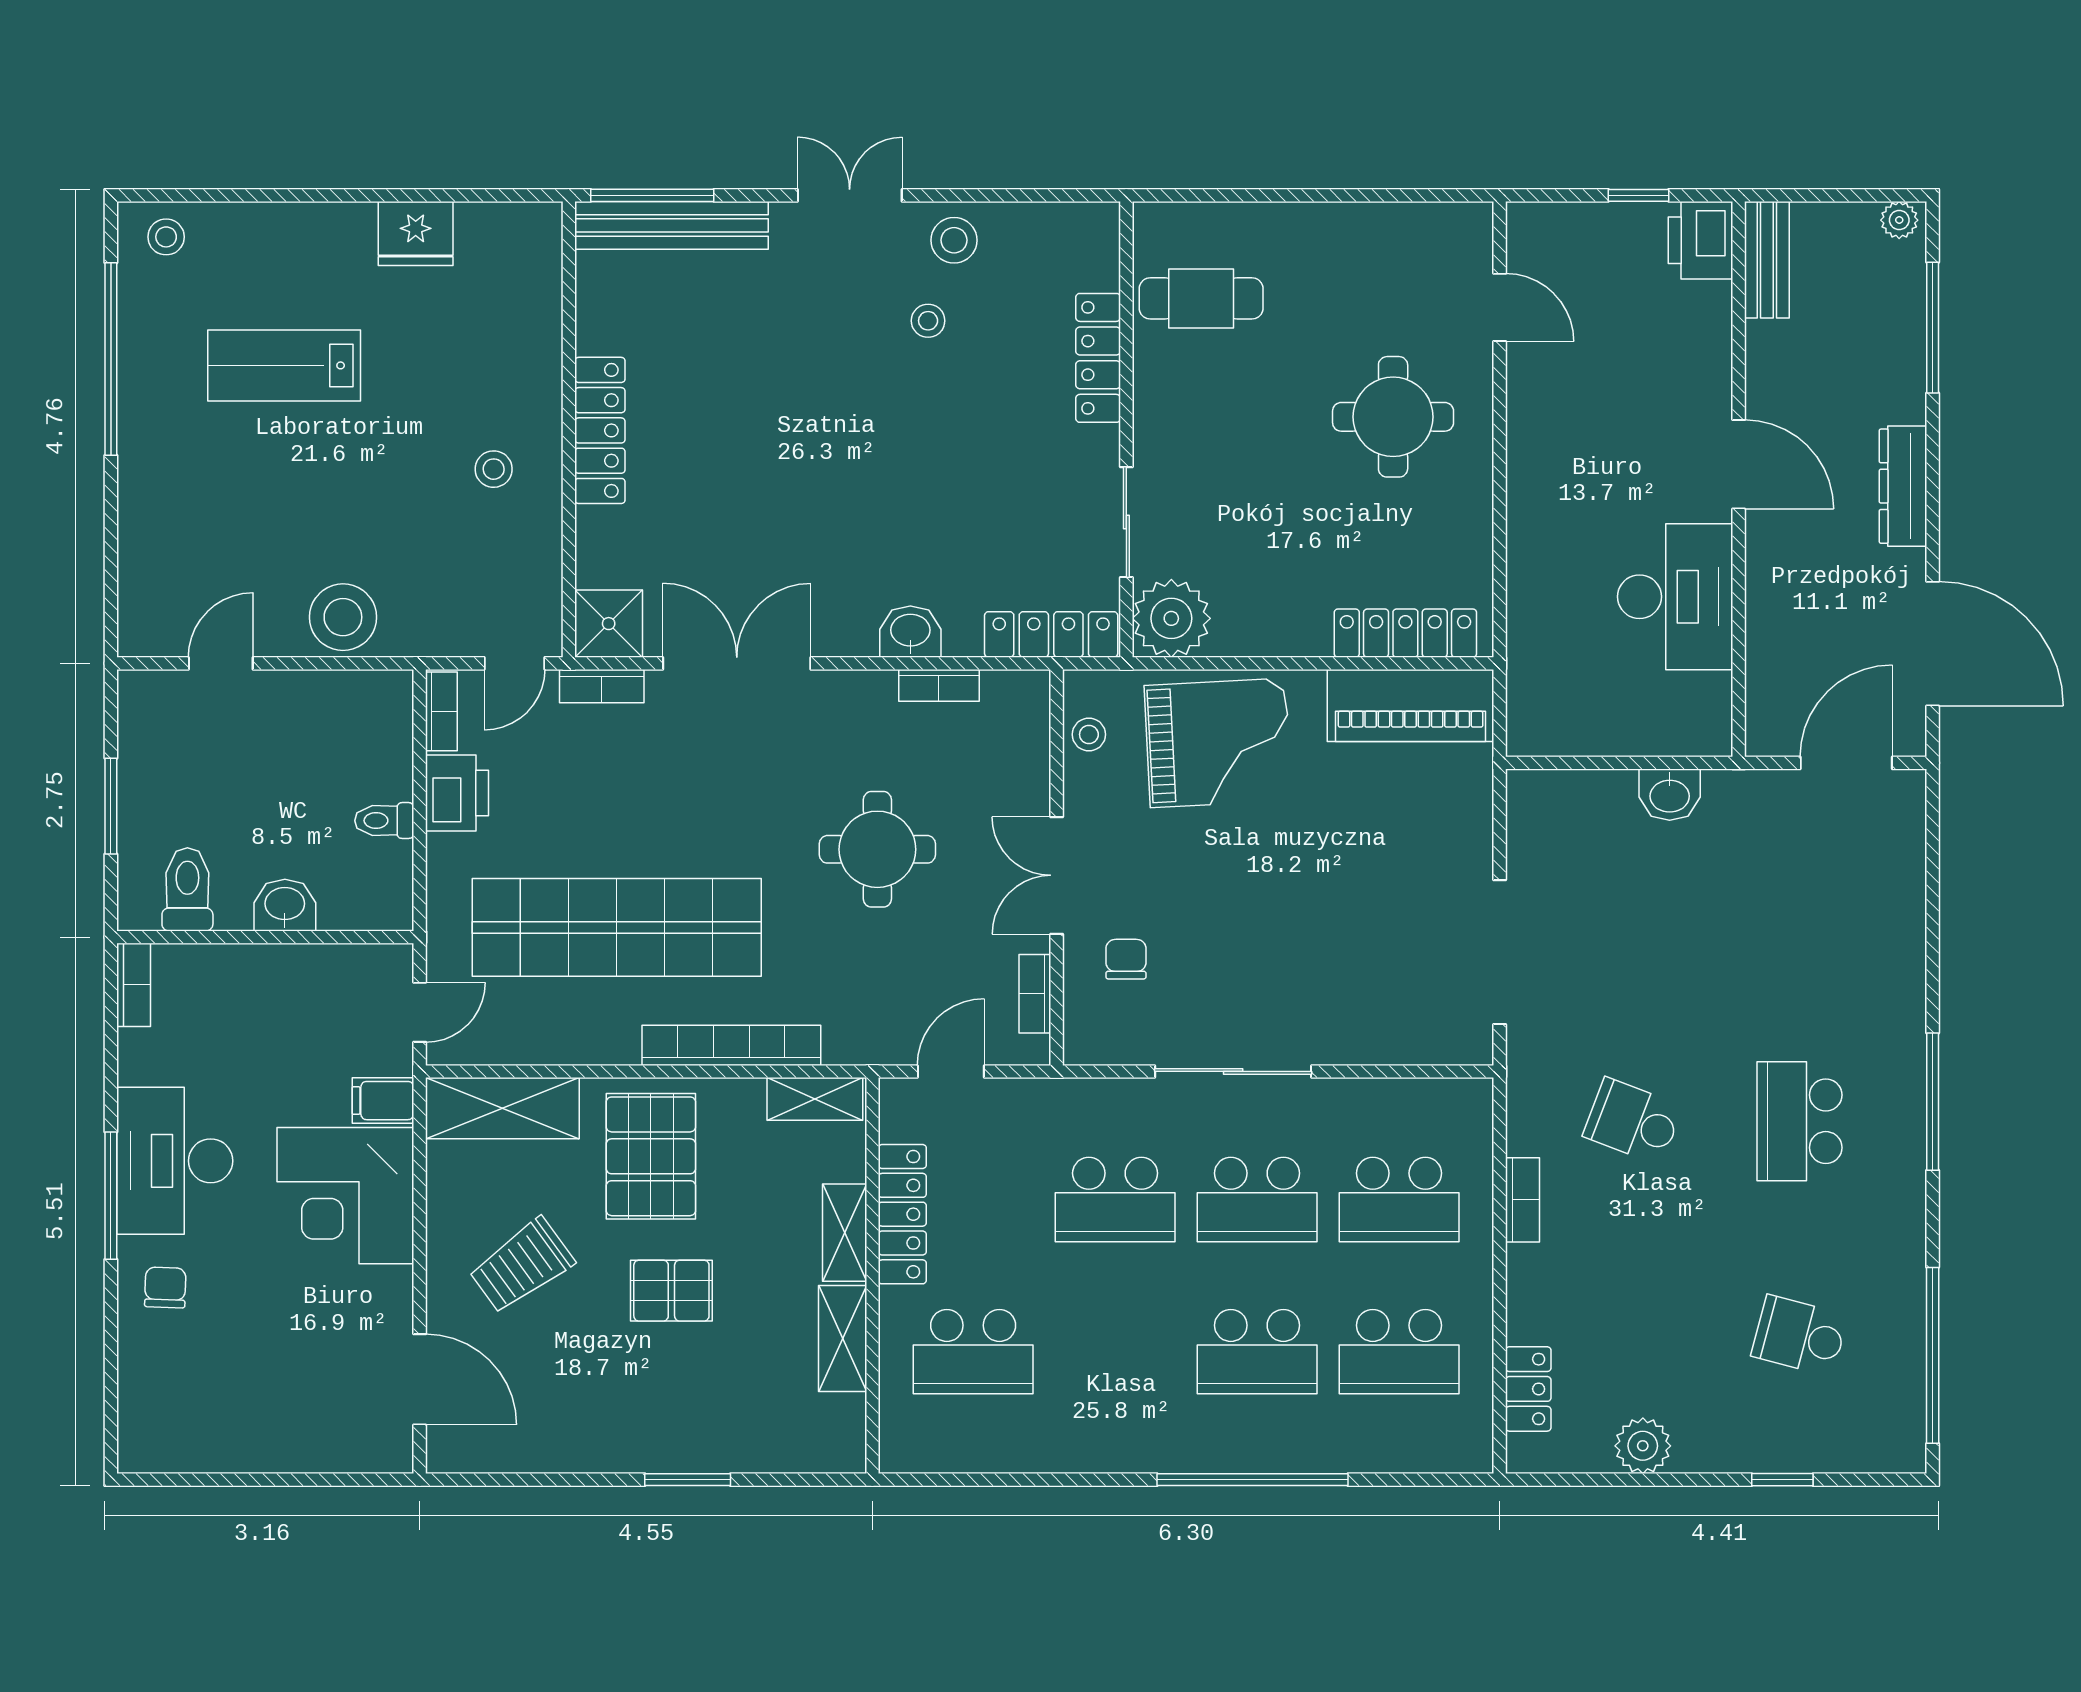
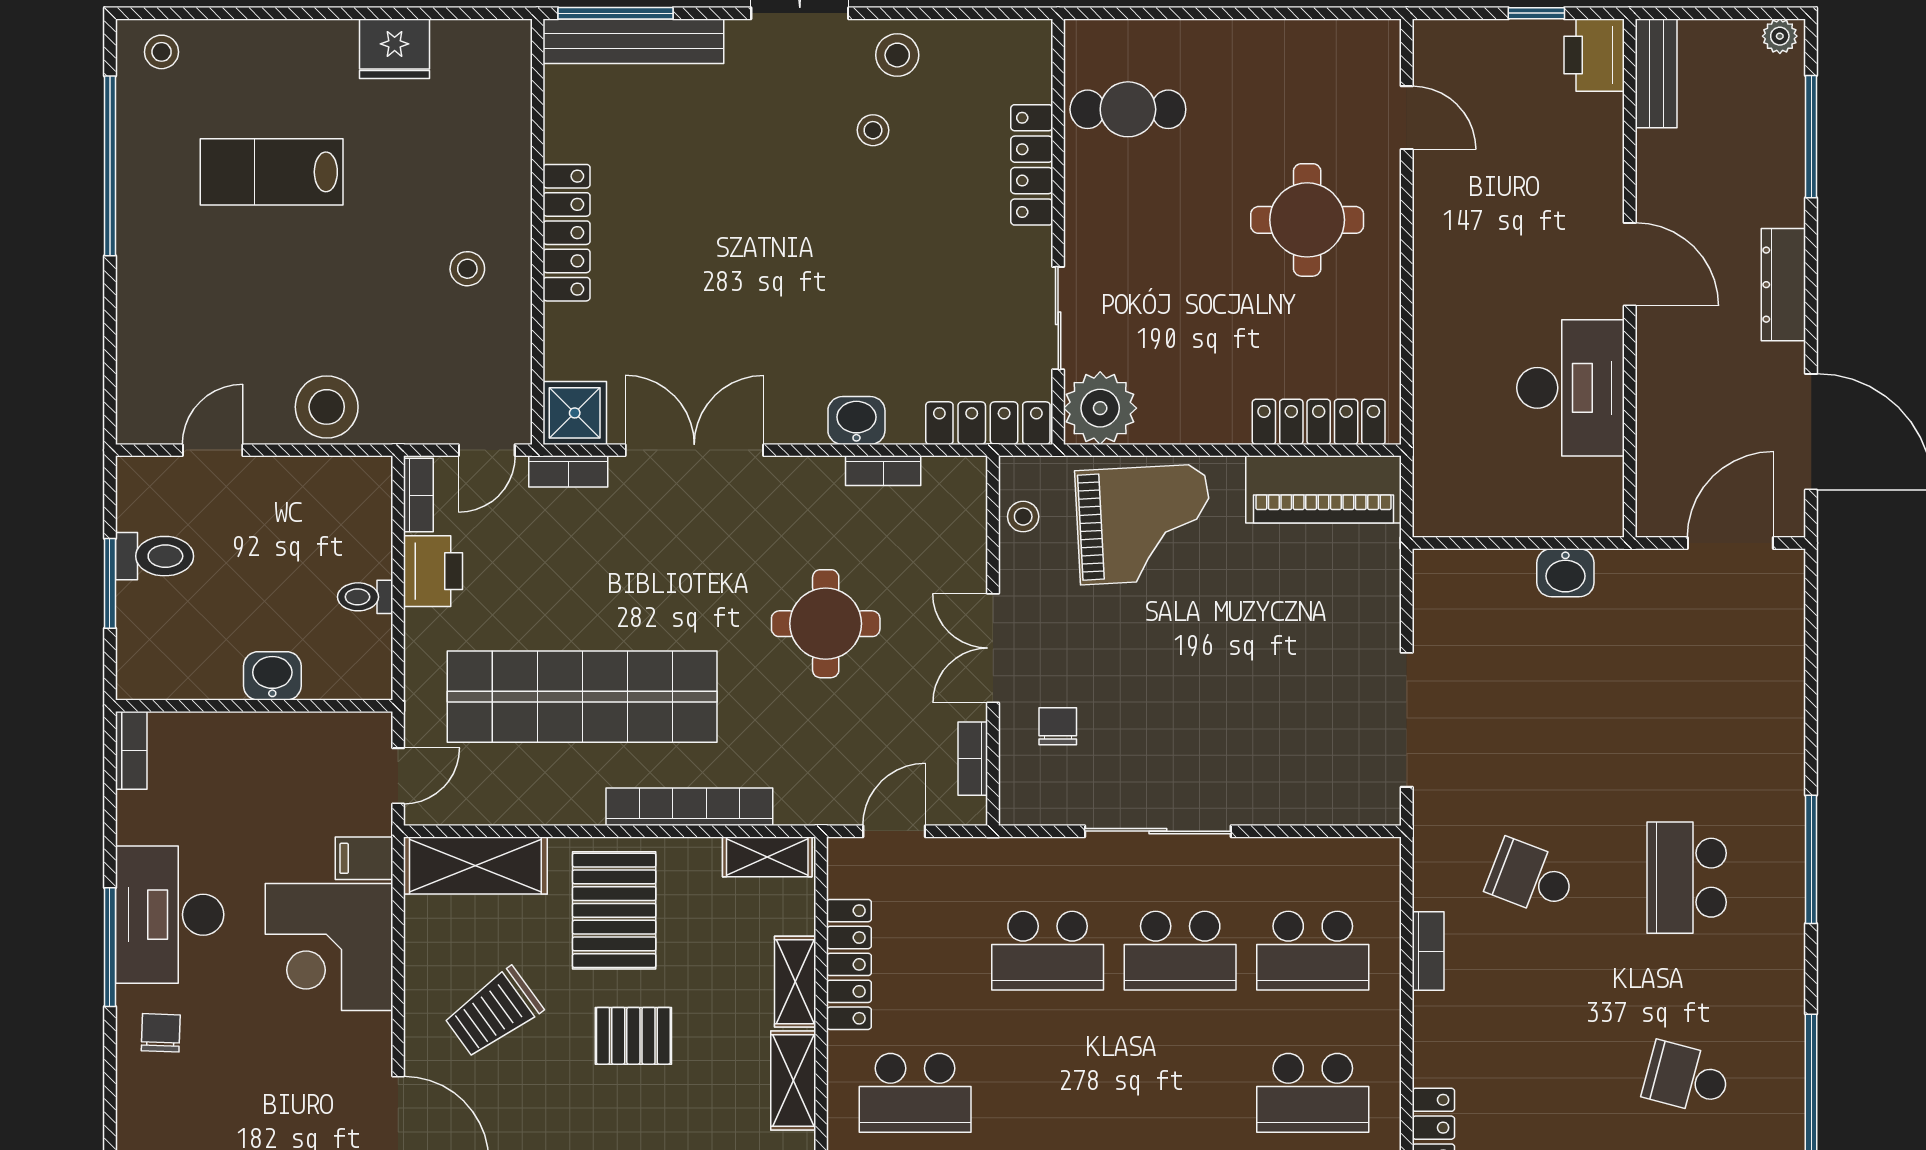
toilet: (187, 889) -> (155, 556), moved, turned 90
school desk: (1257, 1352) -> (1180, 1093), removed

